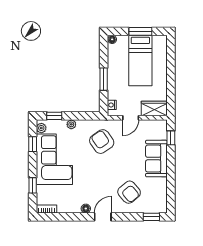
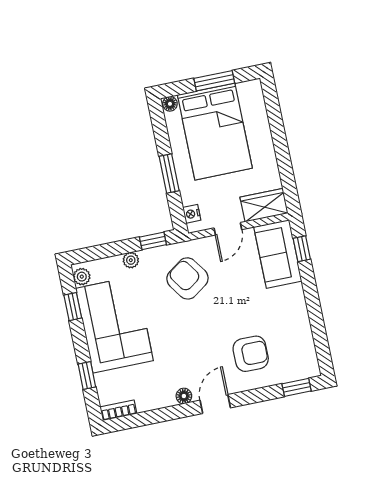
bed: (140, 60) -> (215, 132), width x1.50
window: (54, 116) -> (153, 241), moved
sofa: (156, 159) -> (278, 254), moved
armchair: (129, 192) -> (251, 354), turned -50

